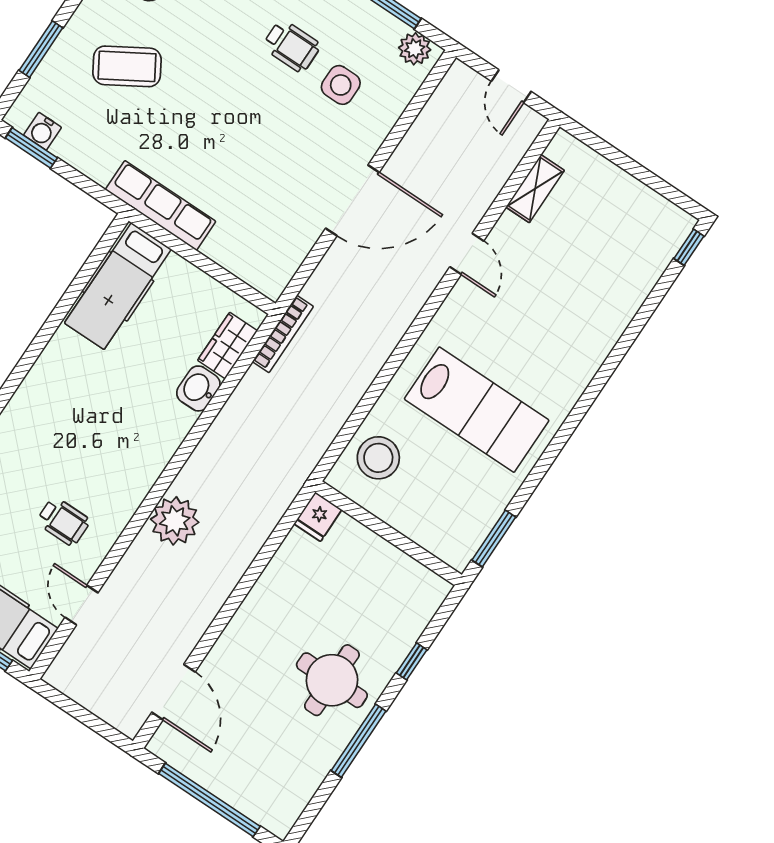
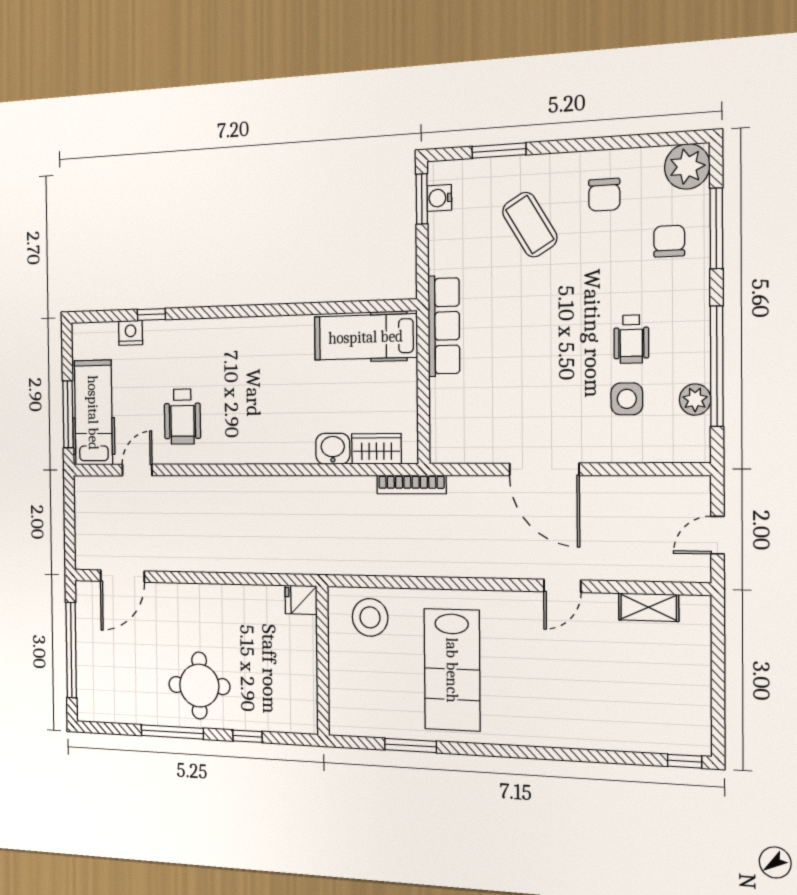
plant: (415, 49) -> (695, 400), moved
wheelchair: (63, 521) -> (182, 417), width x1.36, depth x1.37
plant: (175, 521) -> (233, 496), removed
window: (494, 539) -> (410, 746), moved

